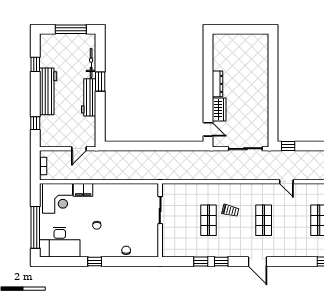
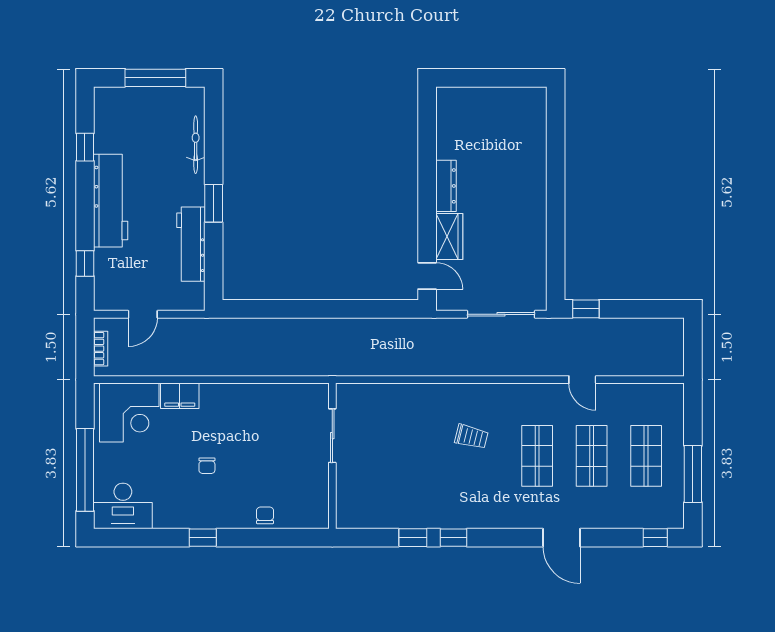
window: (100, 81) -> (214, 203), moved
workbench: (89, 97) -> (191, 244), moved
door: (79, 149) -> (143, 314), moved
shop shelf: (209, 220) -> (592, 456), moved
desk: (60, 242) -> (123, 506), width x0.73, depth x0.77
door: (257, 262) -> (561, 538), moved

